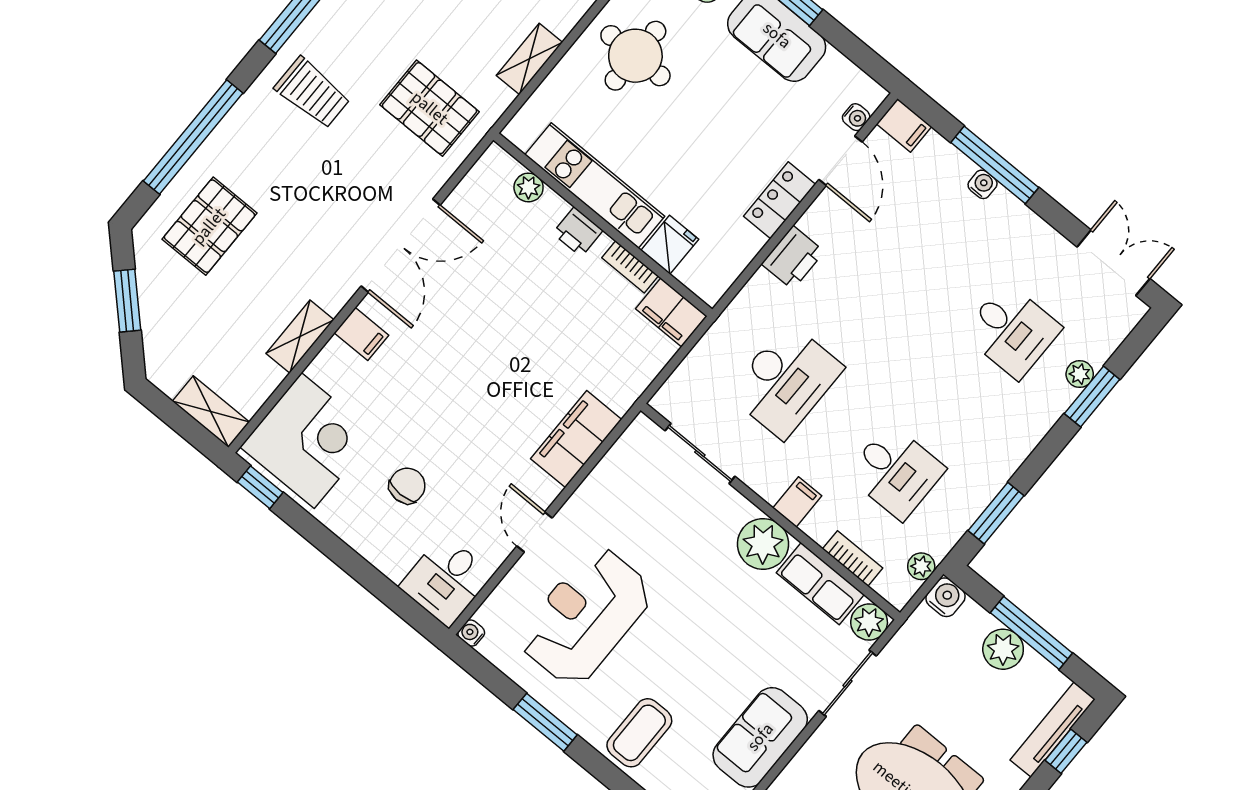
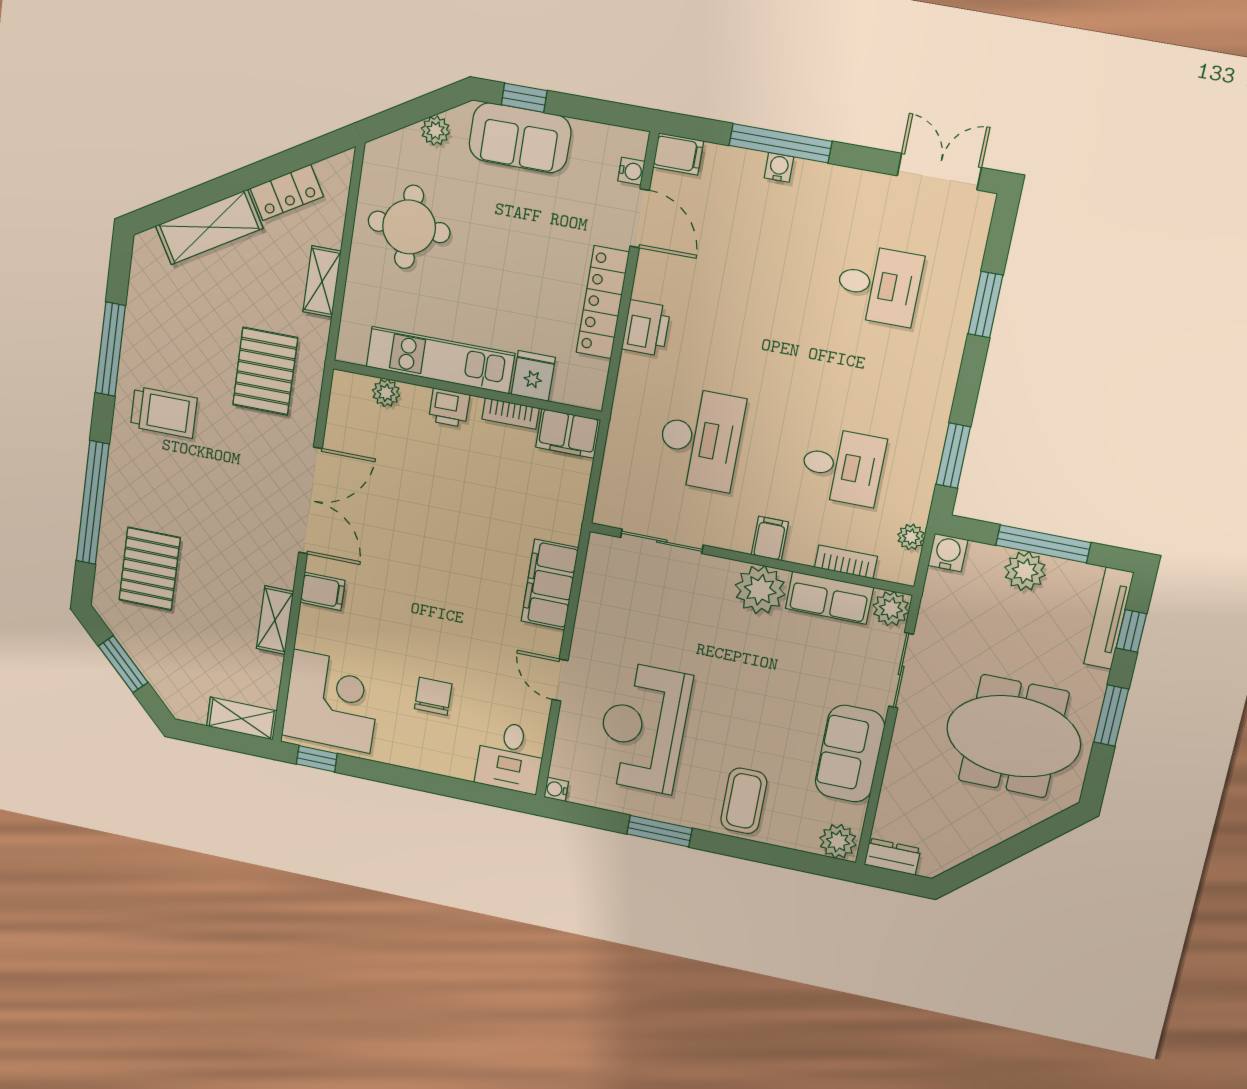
pallet: (430, 108) -> (265, 371), turned 90
locker: (779, 200) -> (603, 302), width x1.53
plant: (1080, 374) -> (963, 290), removed

